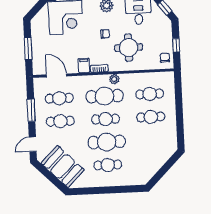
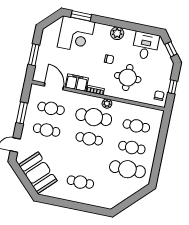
filing cabinet: (84, 65) -> (77, 83), width x2.00
cafe table: (107, 142) -> (127, 169), moved

